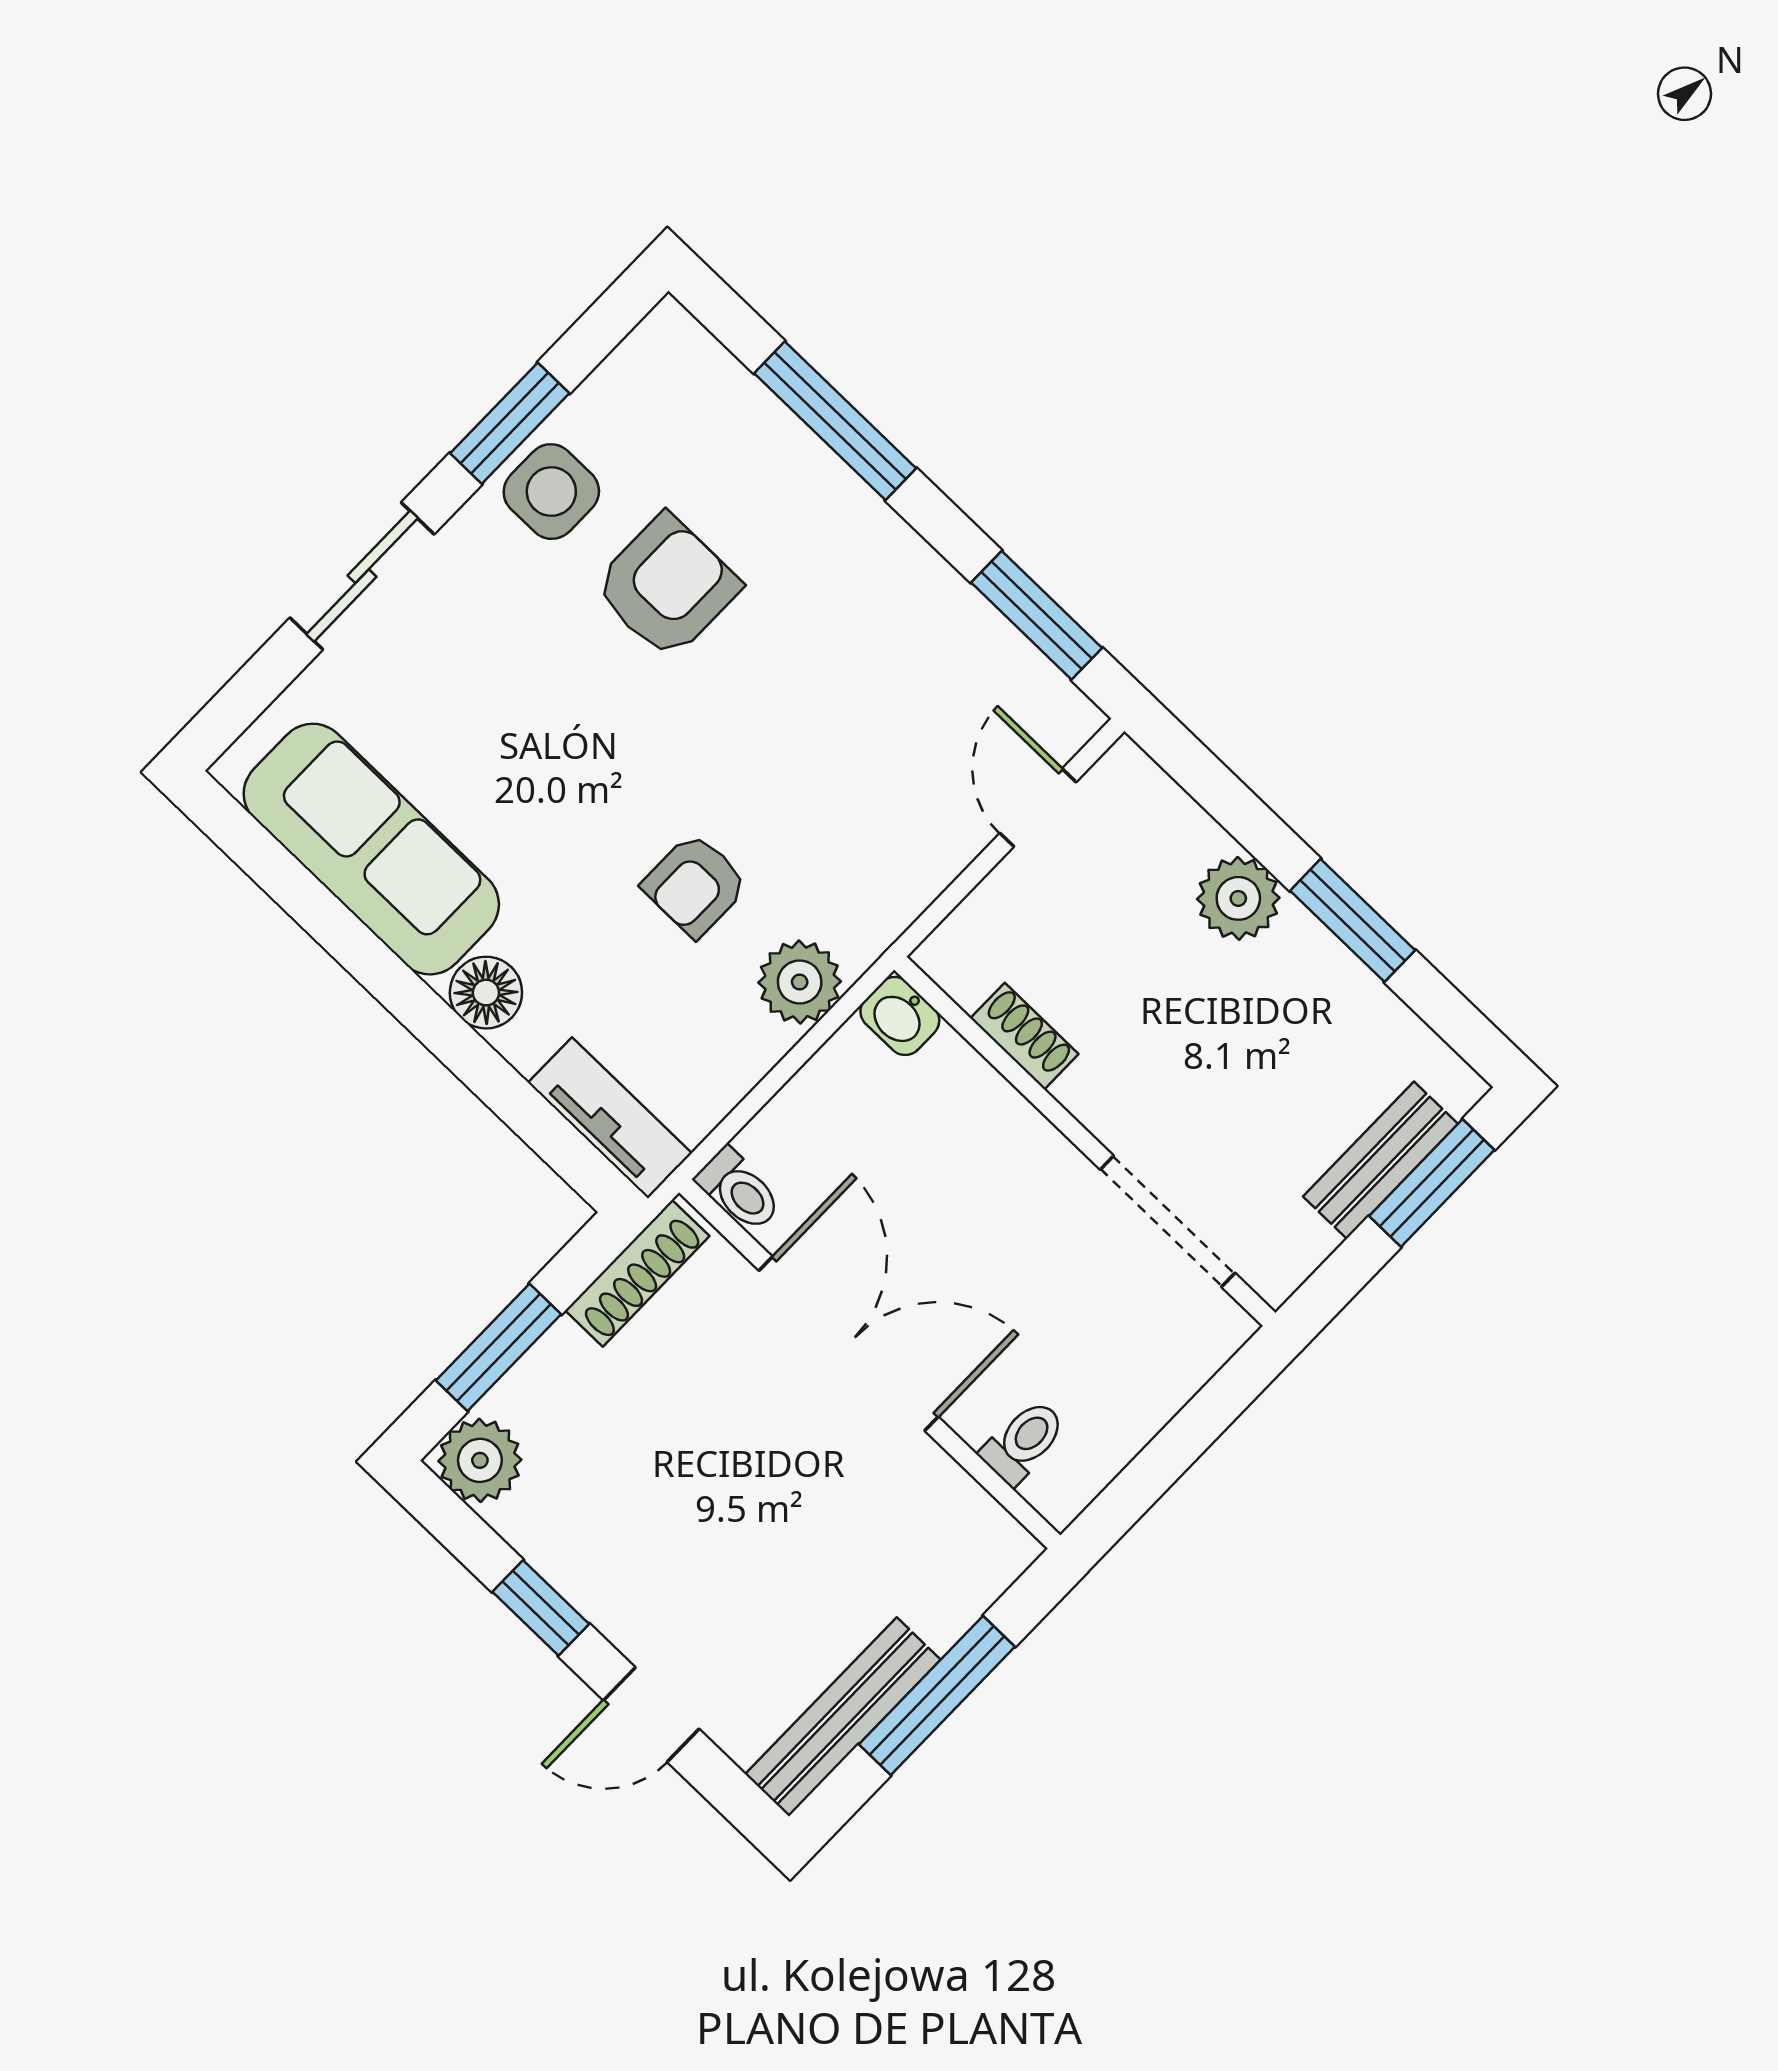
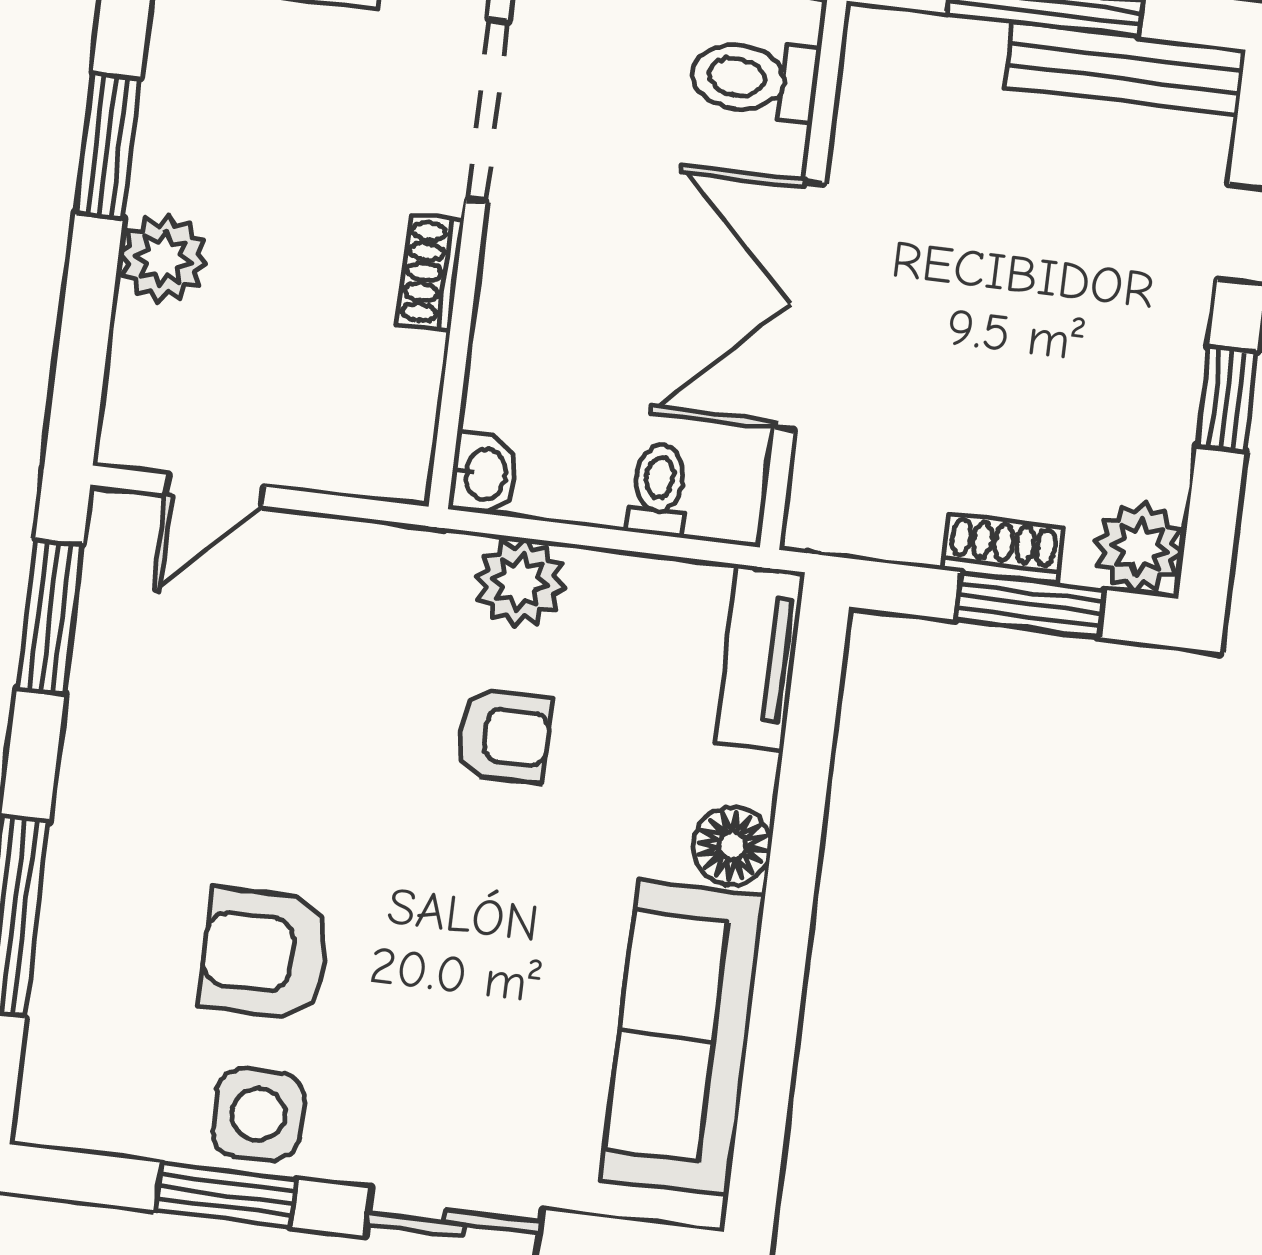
shoe rack: (1024, 1036) -> (430, 273), moved
toilet: (739, 1190) -> (658, 490), moved
shoe rack: (637, 1273) -> (1003, 549), moved, width x0.70
toilet: (1023, 1442) -> (754, 79), width x1.37, depth x1.39

